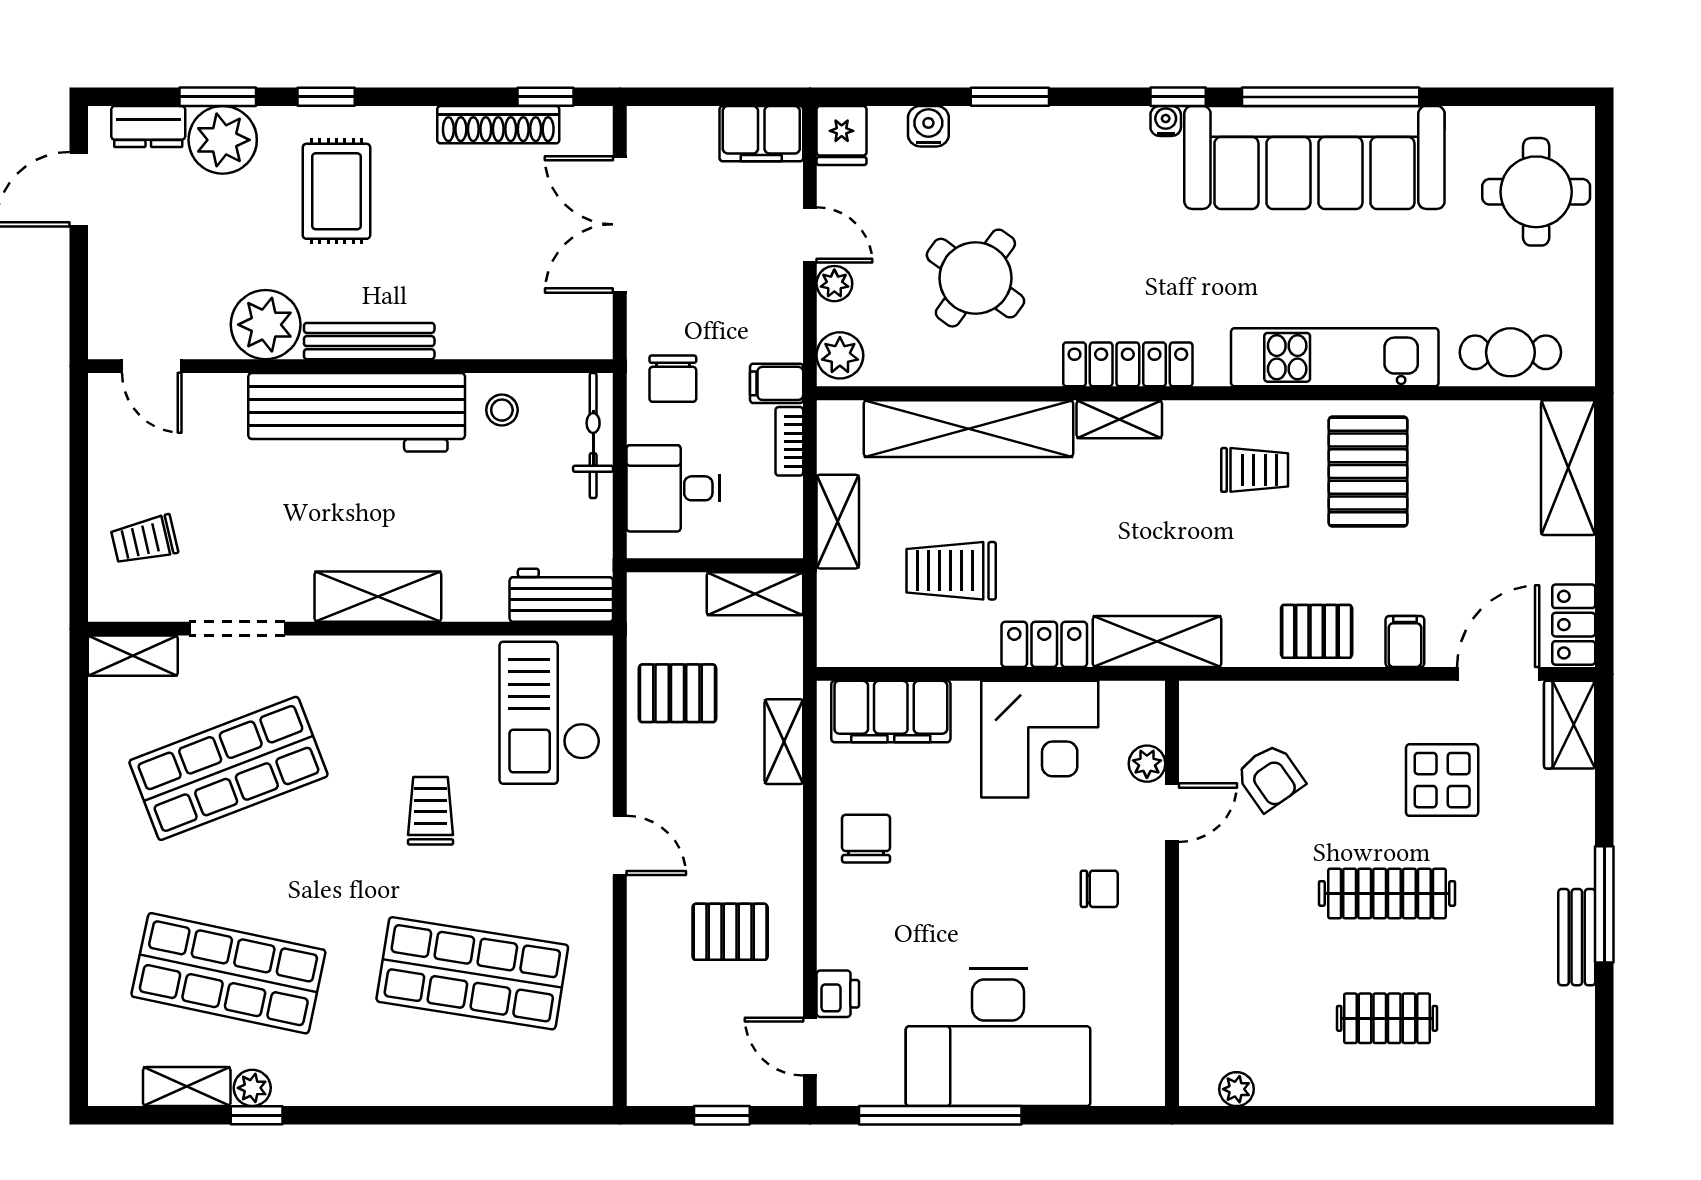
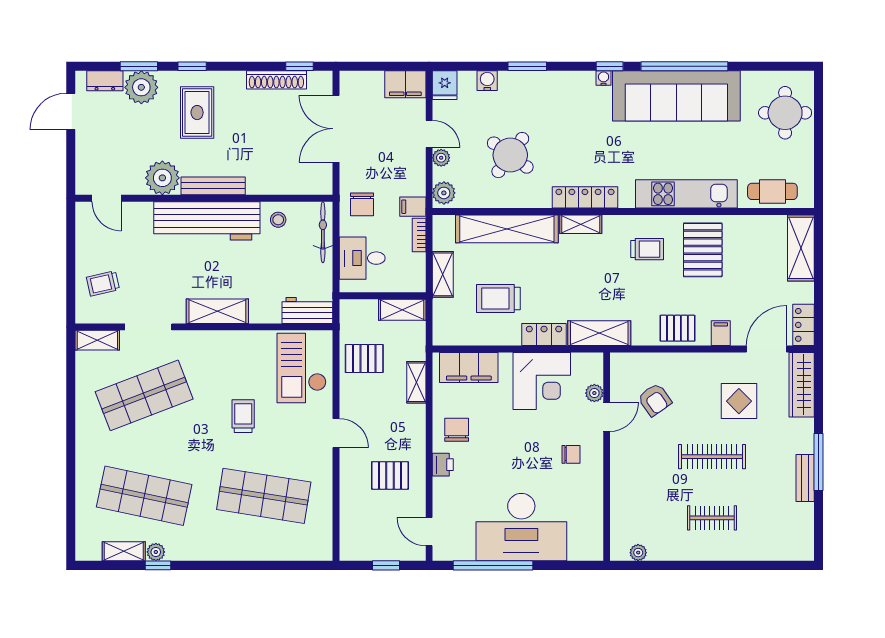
wardrobe: (1570, 725) -> (802, 385), width x1.50
printer: (838, 994) -> (443, 465), moved

